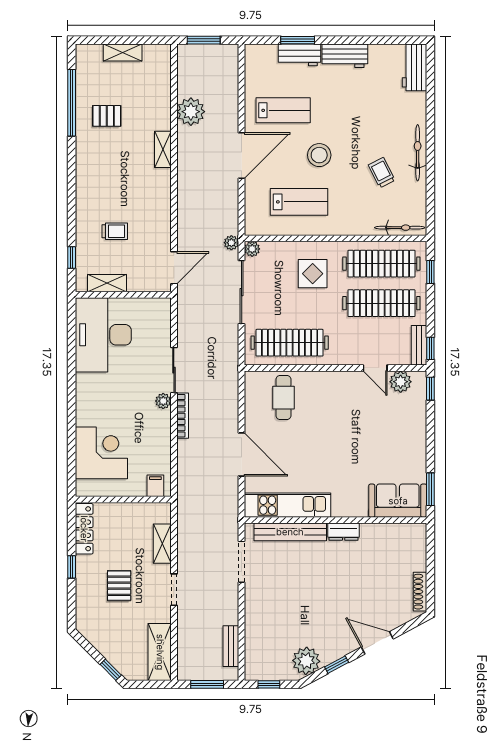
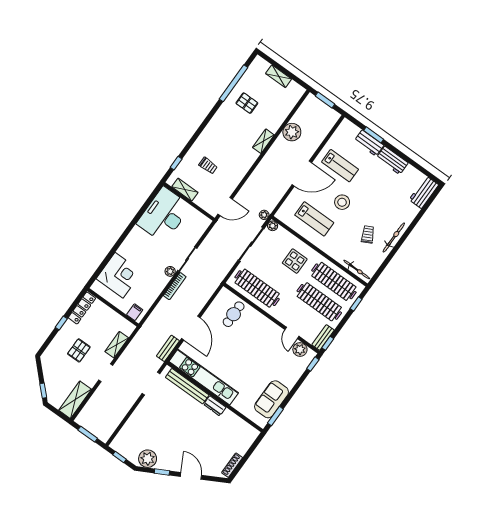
sofa: (398, 501) -> (272, 399), moved, turned -90
kitchen unit: (287, 505) -> (204, 377), width x1.36
bench: (231, 646) -> (168, 348), moved

